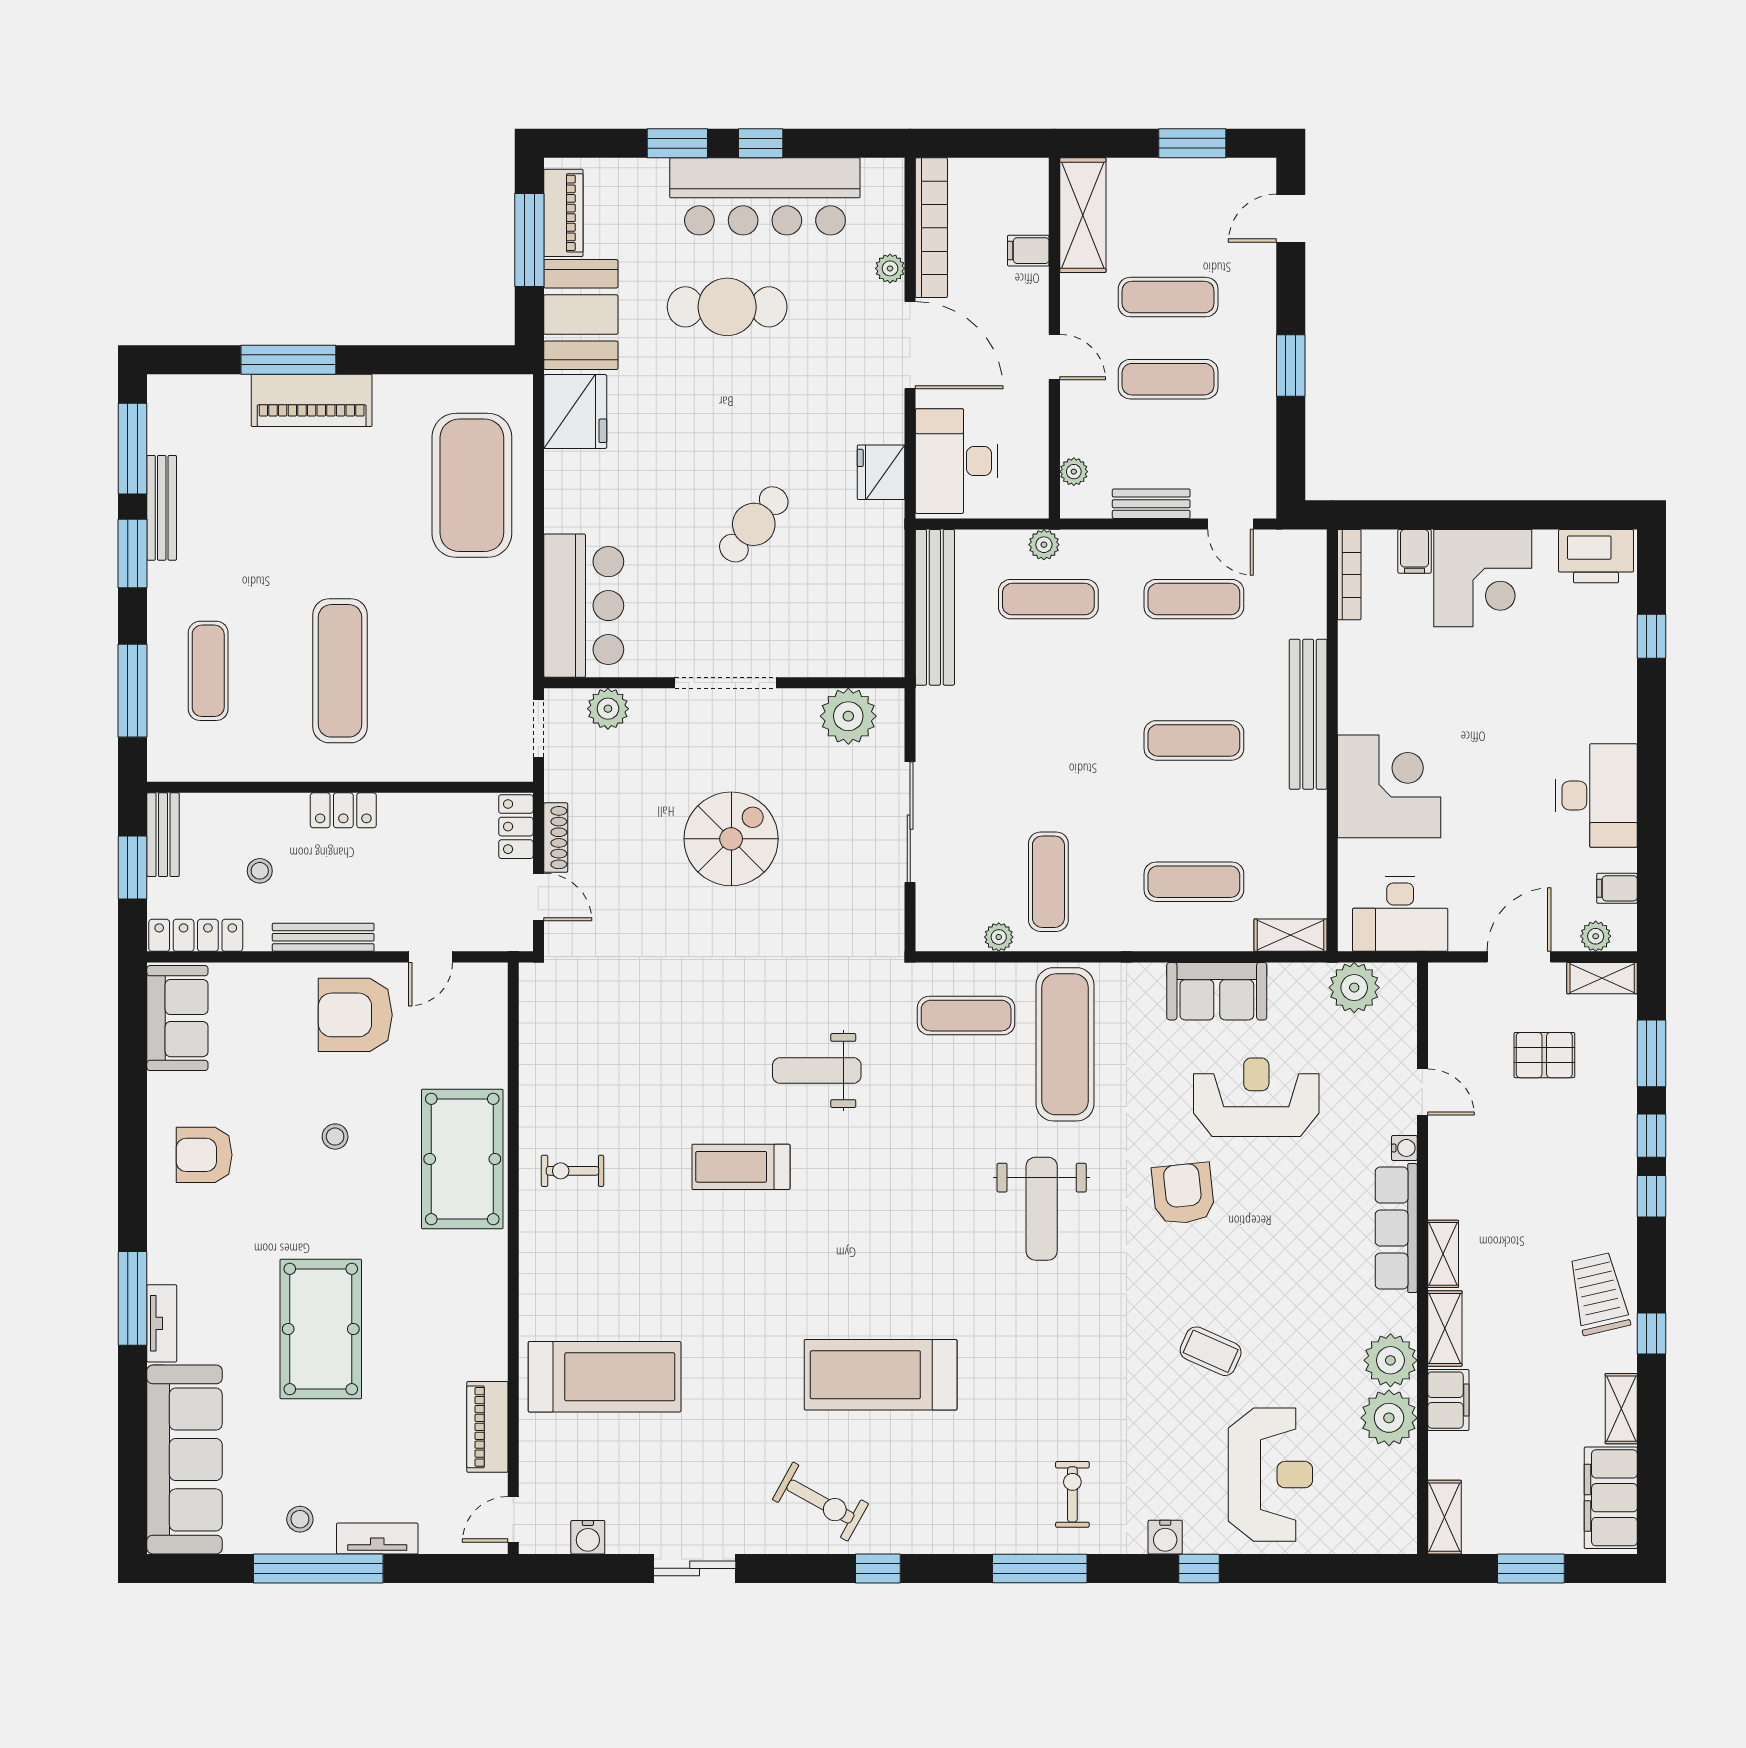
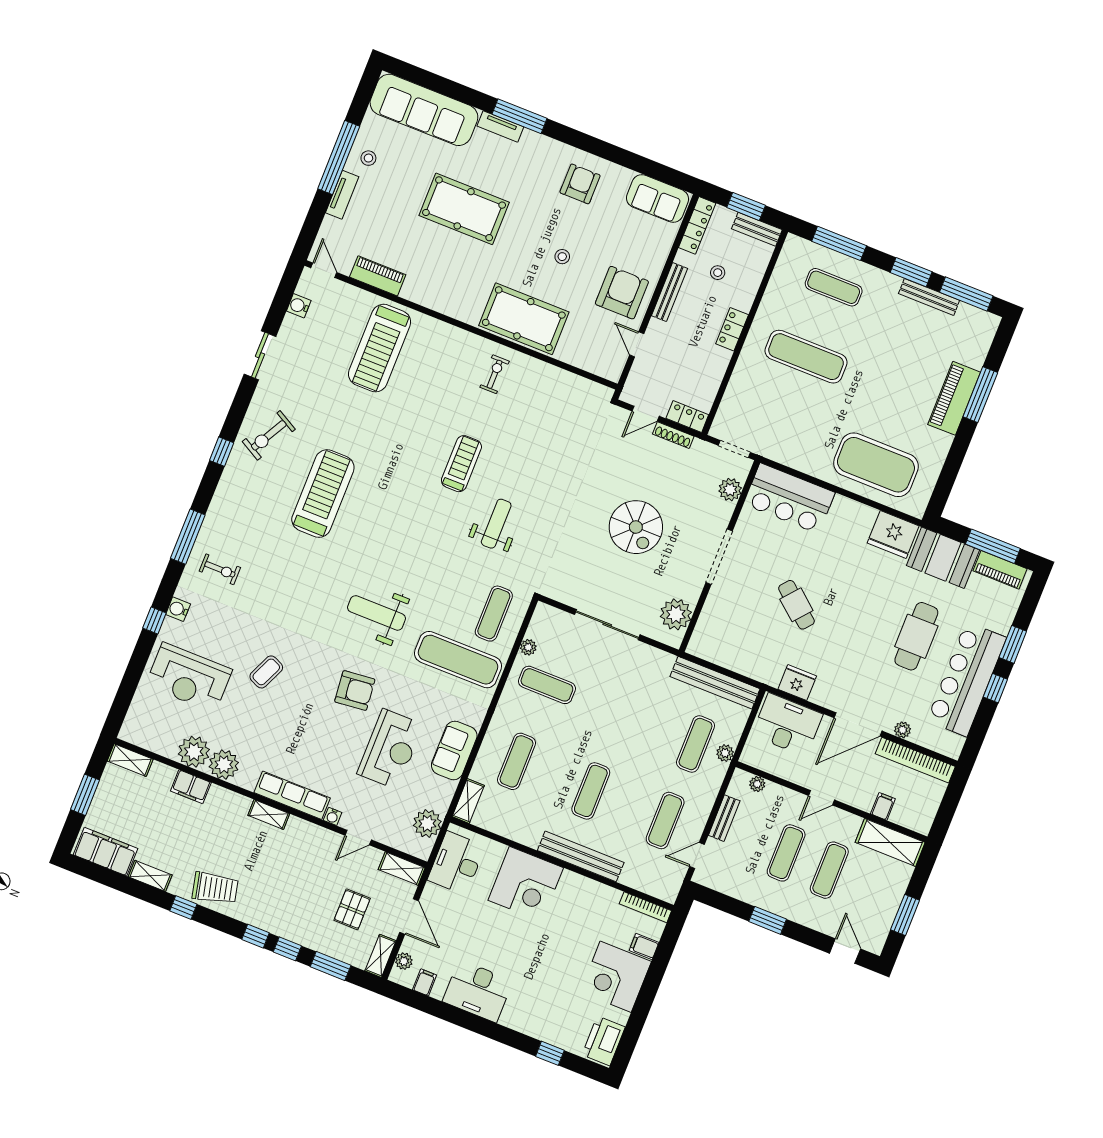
shelving: (1445, 1329) -> (402, 869), moved

